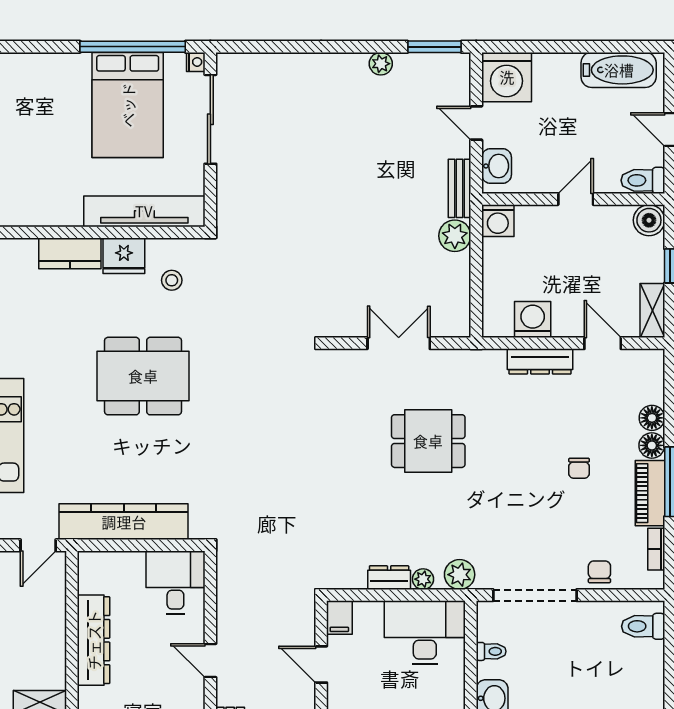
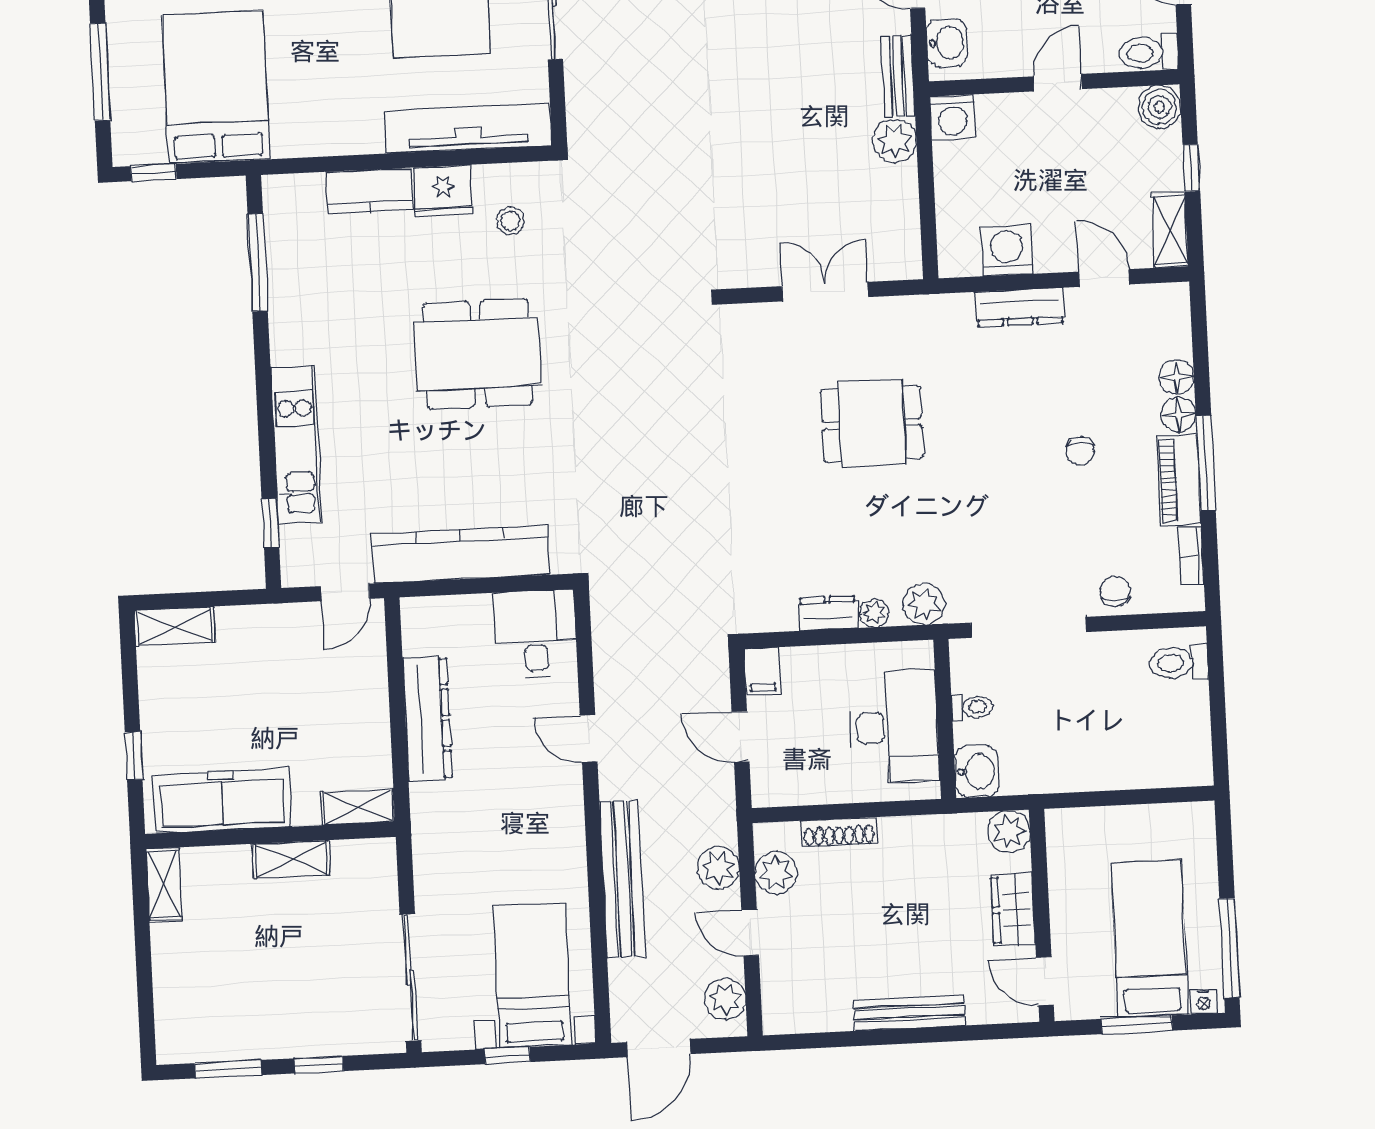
desk: (425, 632) -> (894, 727), moved, turned 90

